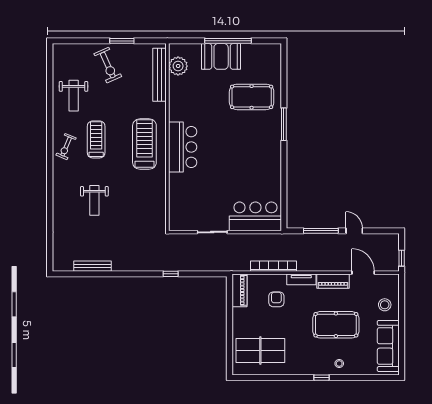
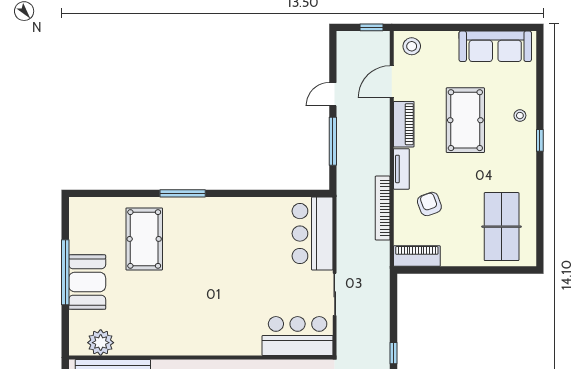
bar counter: (183, 147) -> (298, 336), moved
armchair: (276, 299) -> (429, 204), turned 70
stool: (385, 305) -> (412, 46), moved

